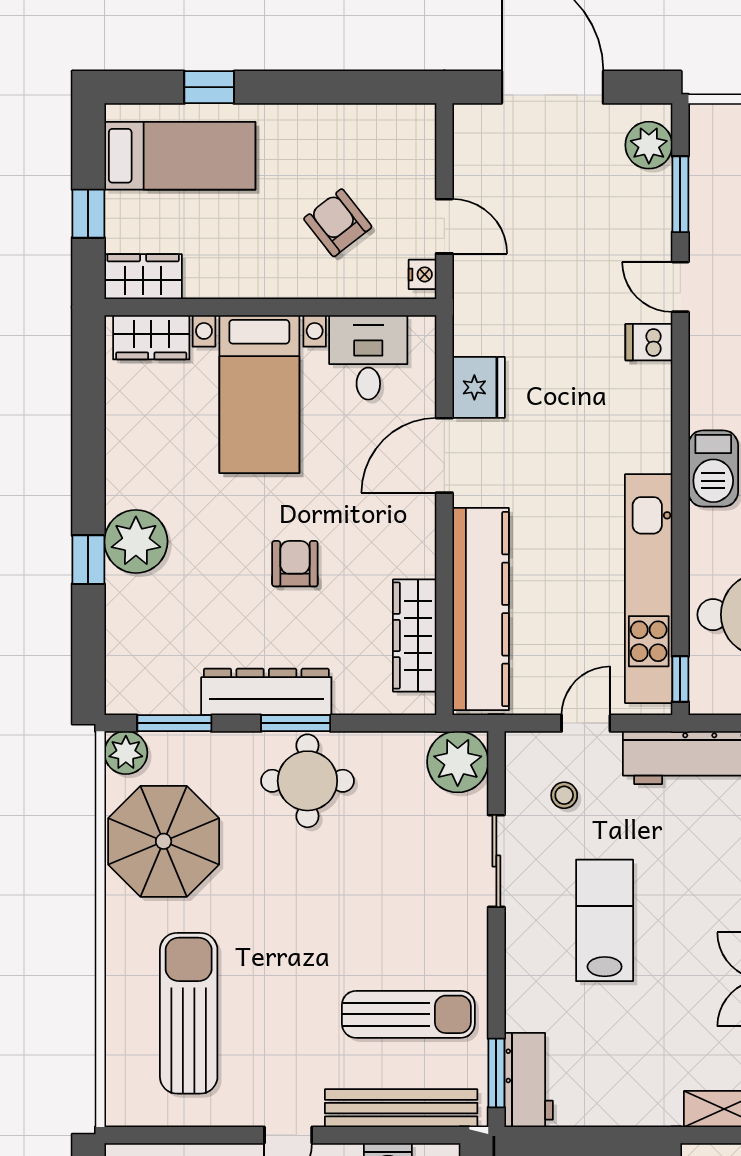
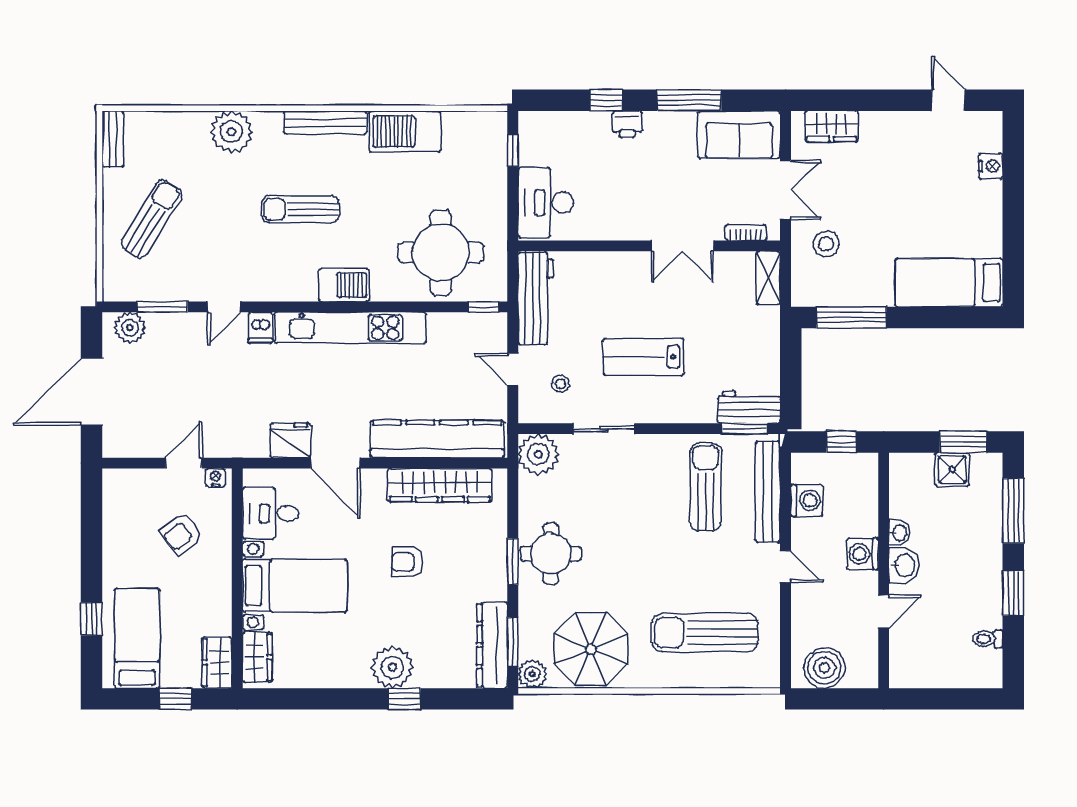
kitchen unit: (649, 589) -> (350, 328), moved
wardrobe: (415, 636) -> (440, 485), width x1.40, depth x1.17
dresser: (266, 692) -> (492, 645), moved

